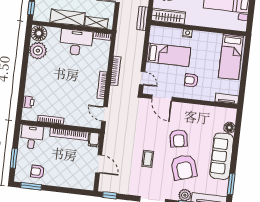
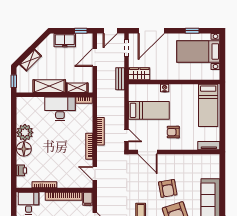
wardrobe: (168, 16) -> (139, 74), width x0.67
floor lamp: (39, 33) -> (24, 149), moved
plant: (38, 51) -> (25, 132), moved
floor lamp: (229, 128) -> (215, 173), removed

